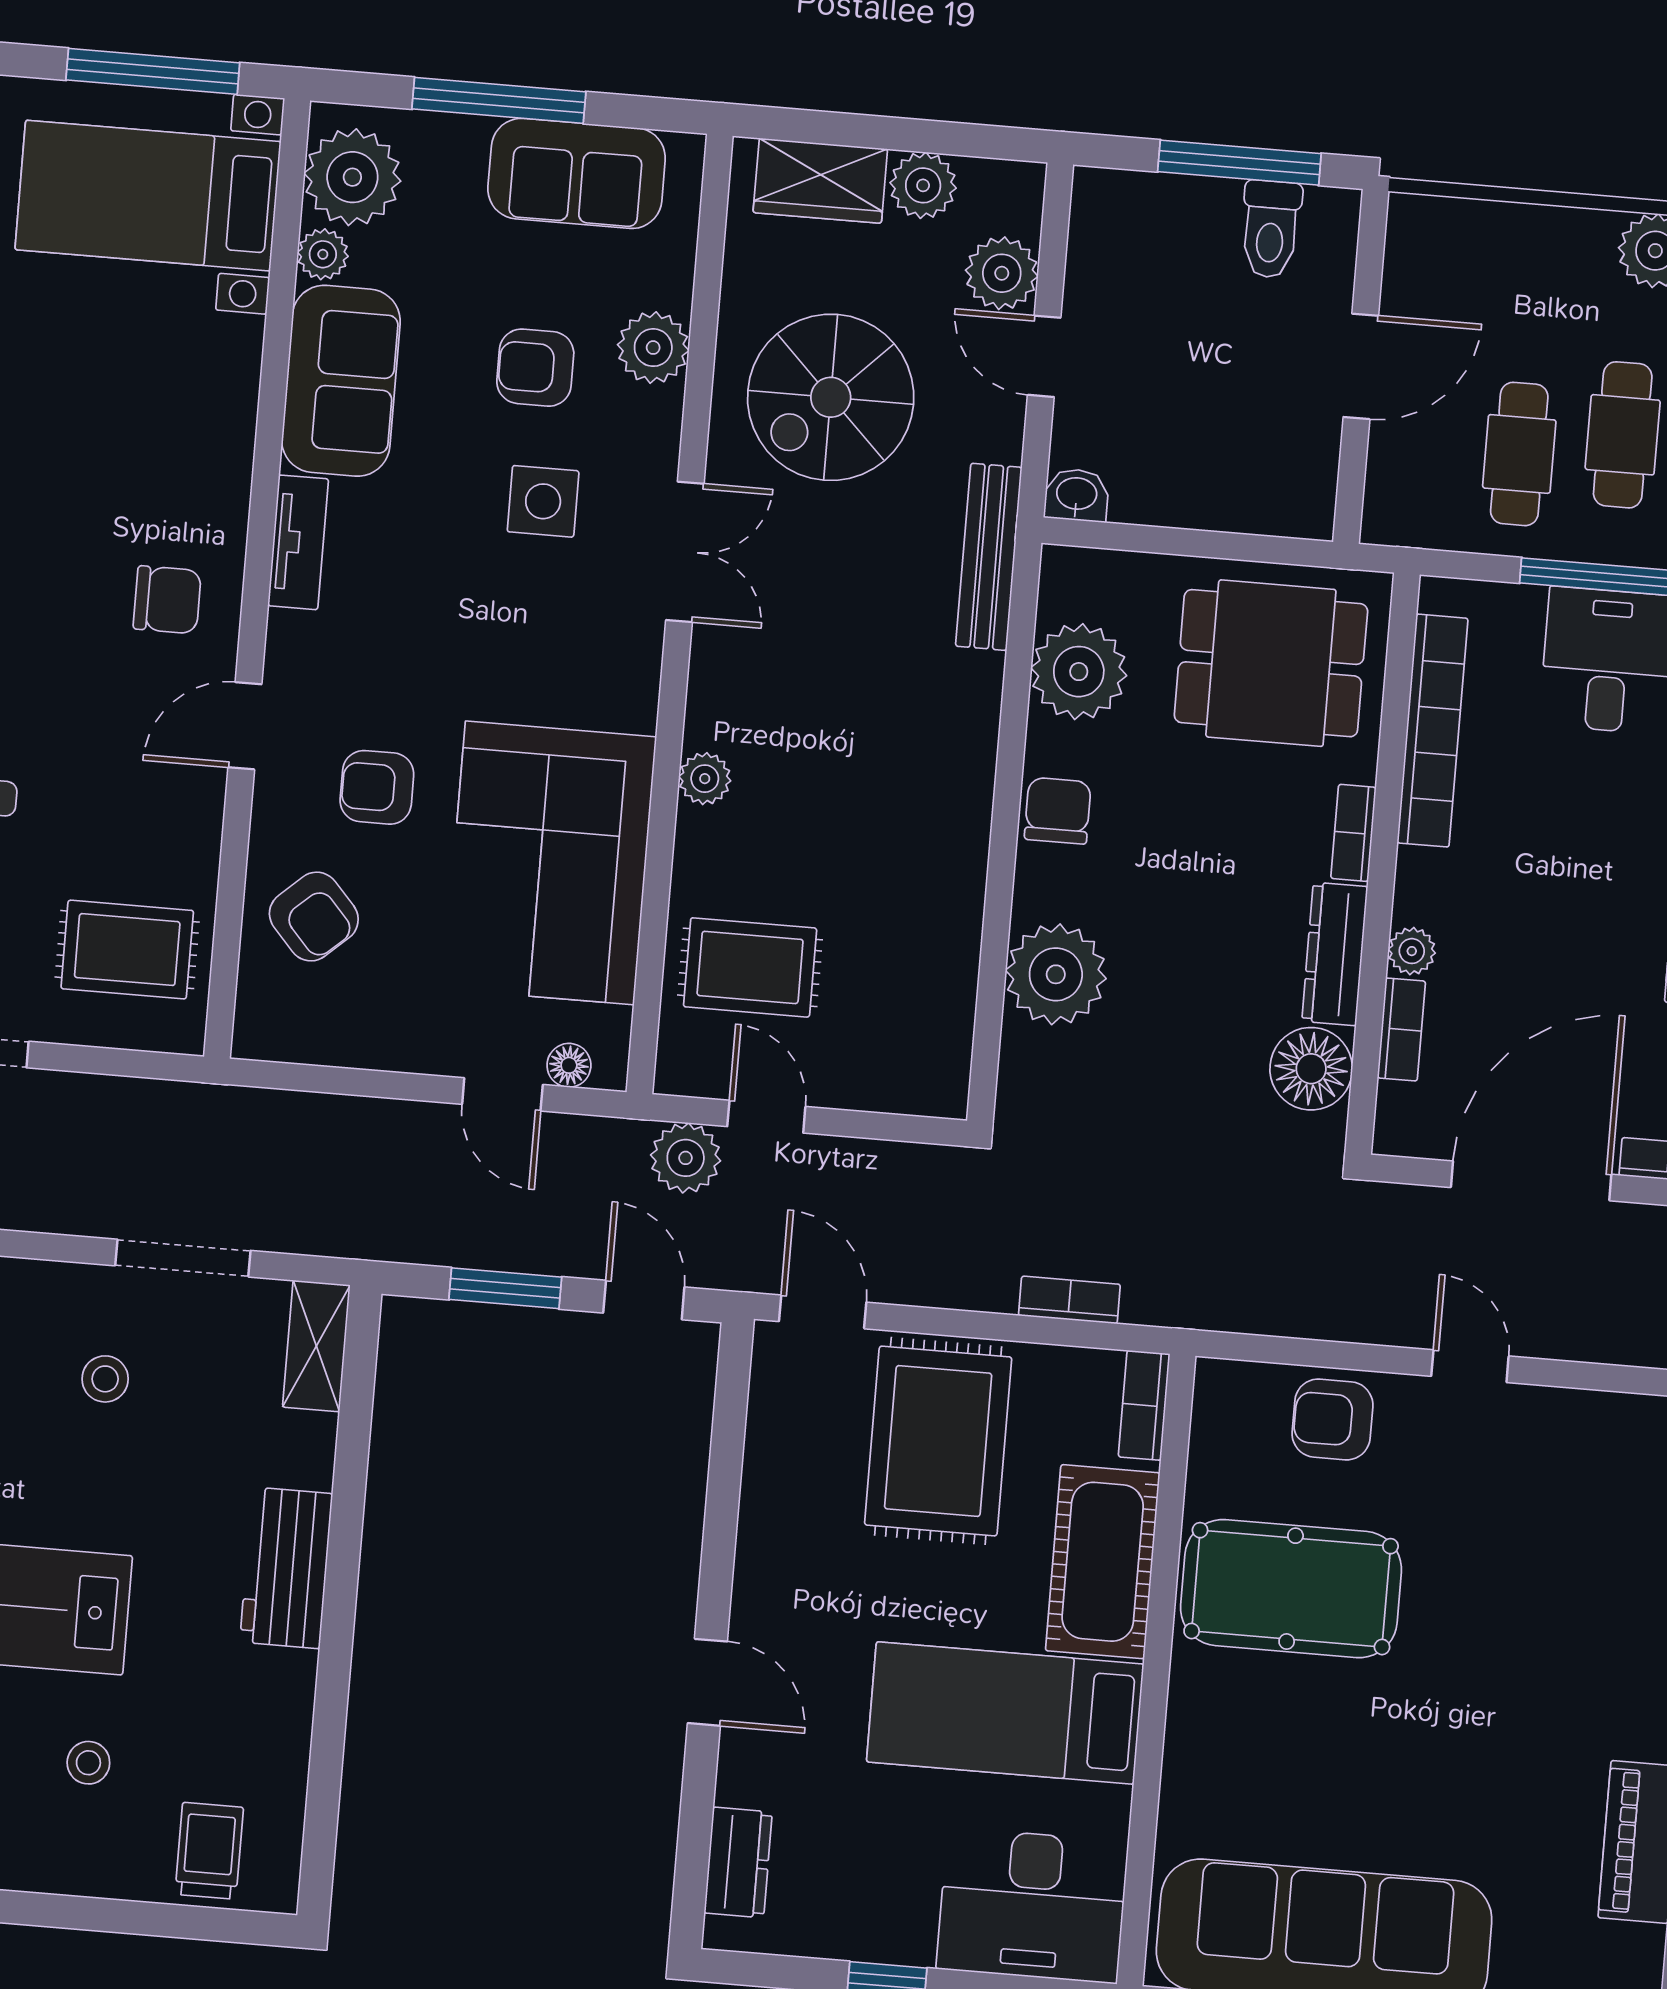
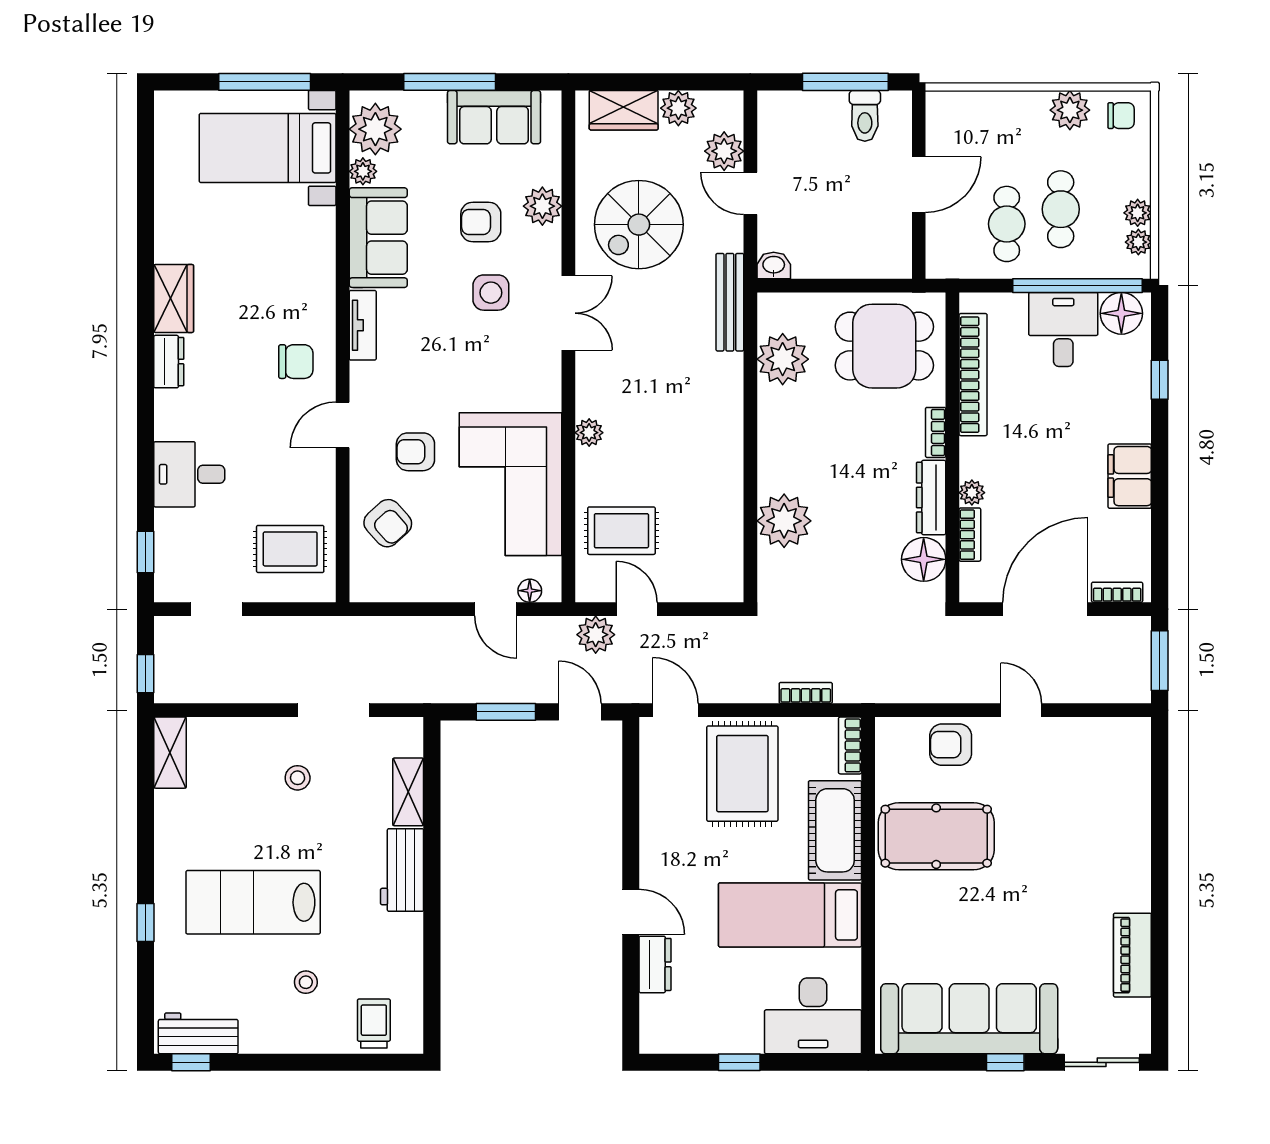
chair: (1058, 811) -> (778, 434), removed
shelving: (316, 1346) -> (408, 792), moved
dresser: (738, 1862) -> (655, 964), moved

